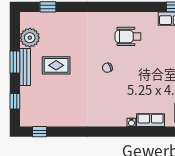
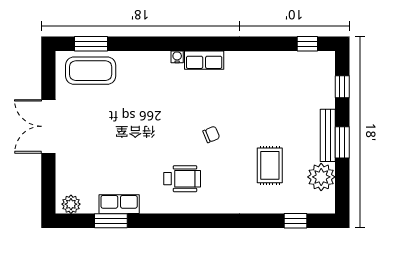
rug: (56, 65) -> (270, 165), moved, turned 90
row of seats: (150, 120) -> (204, 60), moved

